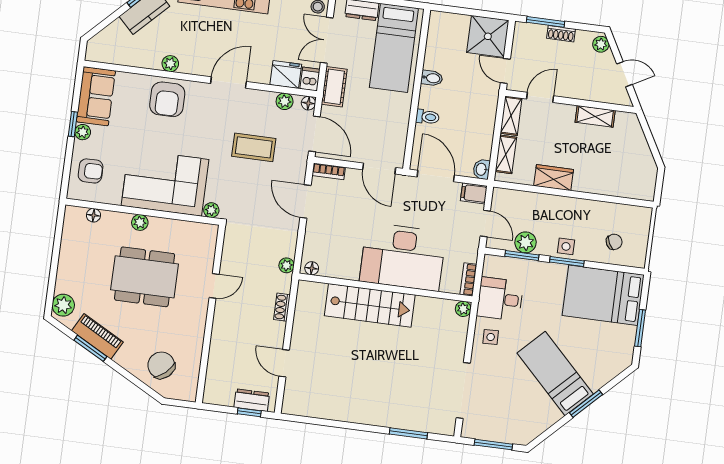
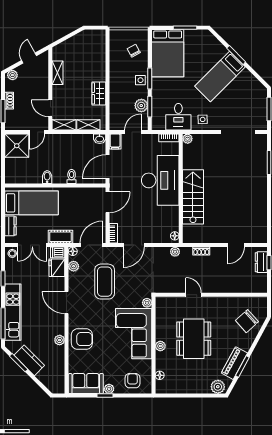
coffee table: (254, 147) -> (105, 282), width x1.36, depth x1.32

